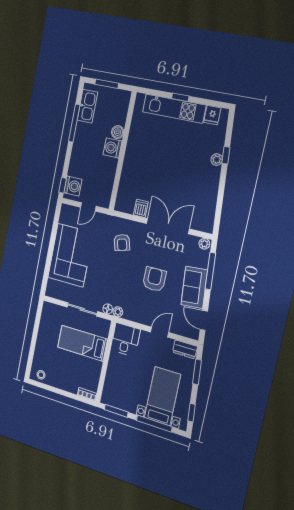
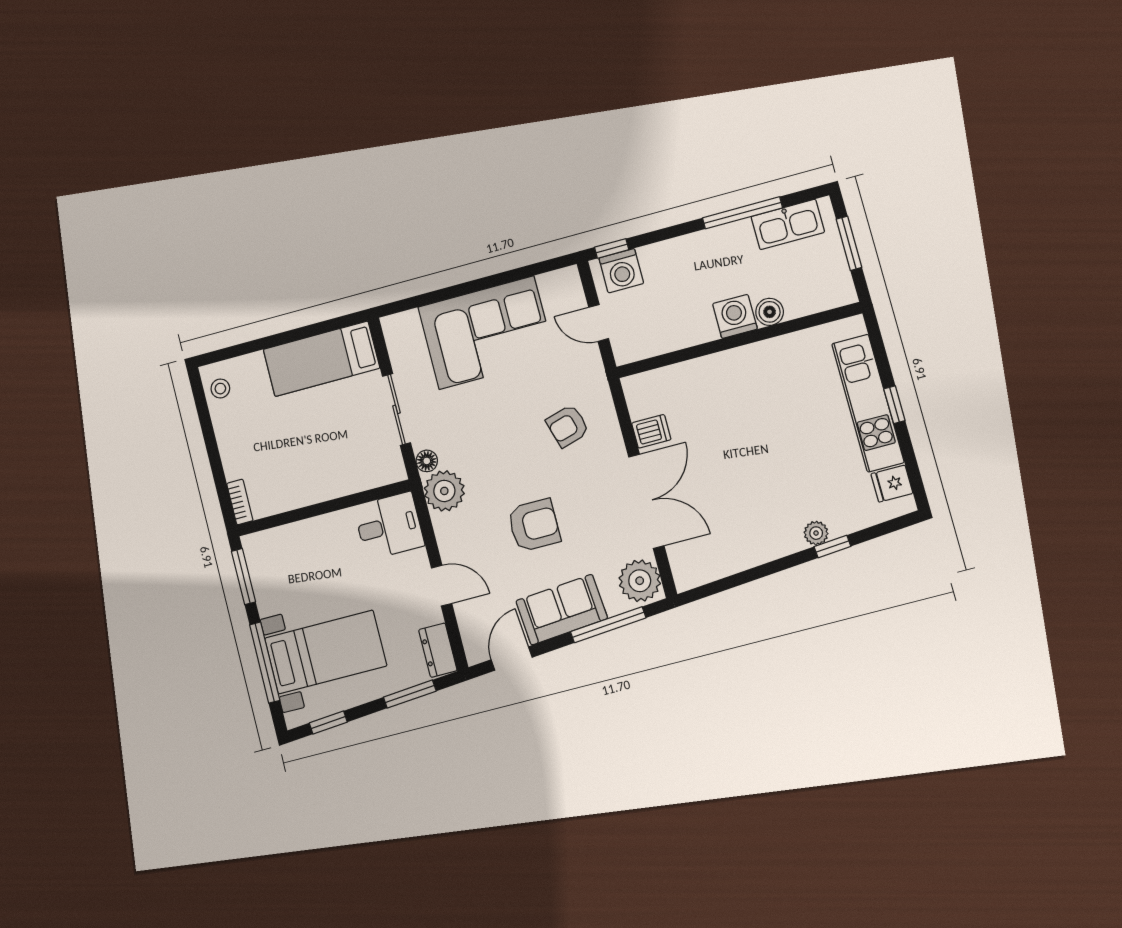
plant: (204, 244) -> (640, 581), width x1.88, depth x1.88
plant: (118, 312) -> (444, 491), width x1.87, depth x1.87
bed: (82, 343) -> (321, 359), moved, turned -90

